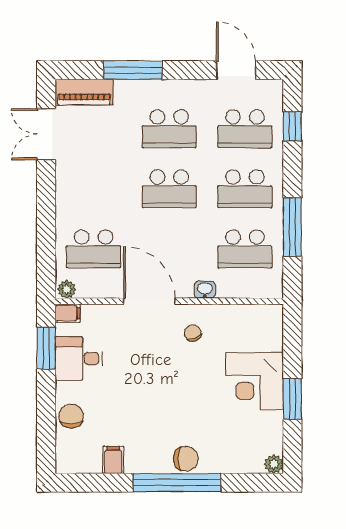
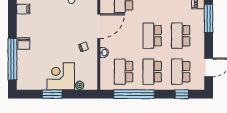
window: (292, 227) -> (134, 94), width x1.46
plant: (274, 464) -> (80, 85), moved
window: (177, 483) -> (12, 59), moved

